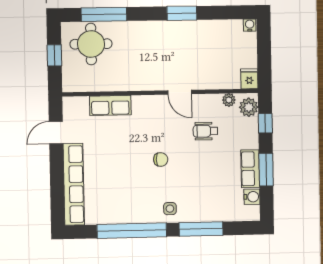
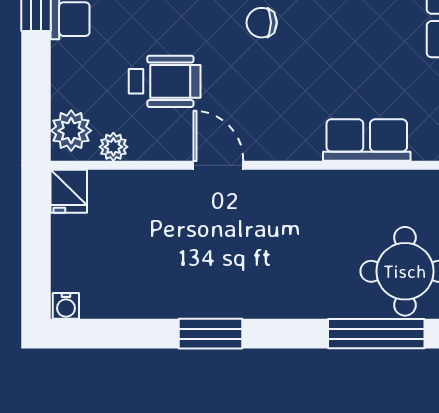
window: (265, 123) -> (36, 96), removed
wheelchair: (205, 131) -> (165, 81), width x1.36, depth x1.37

